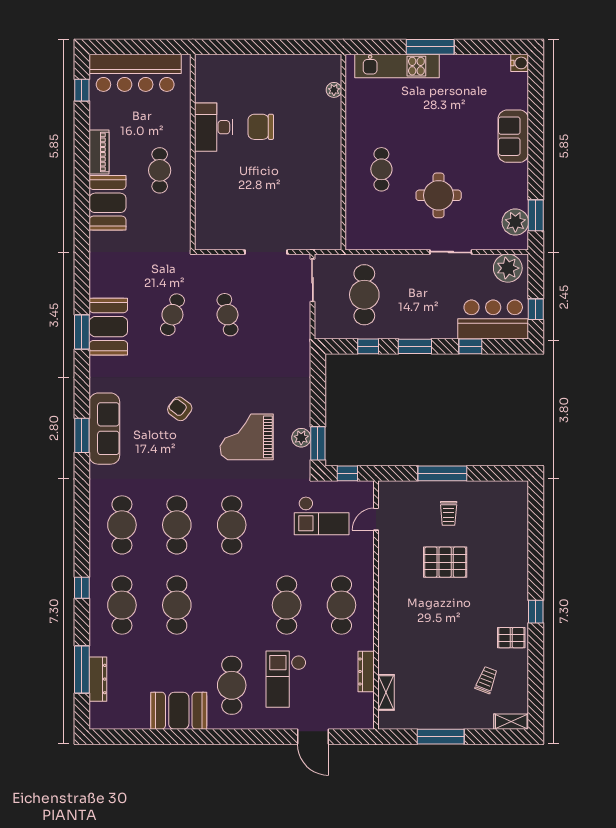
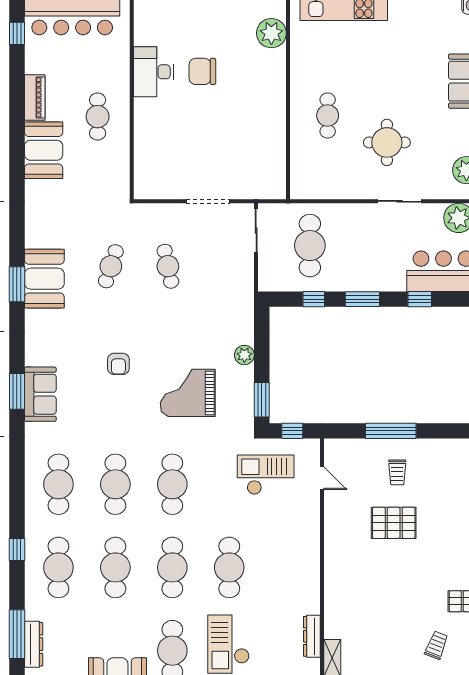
plant: (334, 90) -> (271, 33), width x1.88, depth x1.88
armchair: (180, 409) -> (118, 364), turned -127
sofa: (104, 429) -> (40, 394), width x0.73
plant: (301, 438) -> (244, 355), moved
checkout: (322, 516) -> (266, 475), turned 180
door: (376, 519) -> (322, 478), swing flipped
cafe table: (341, 605) -> (172, 567), moved

